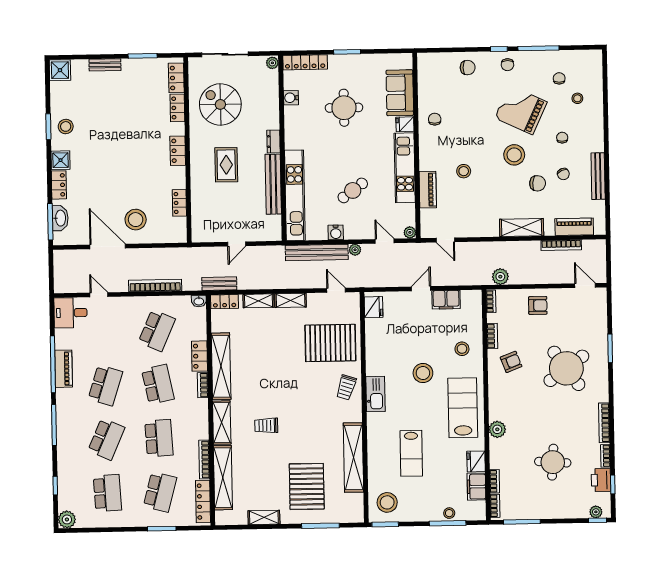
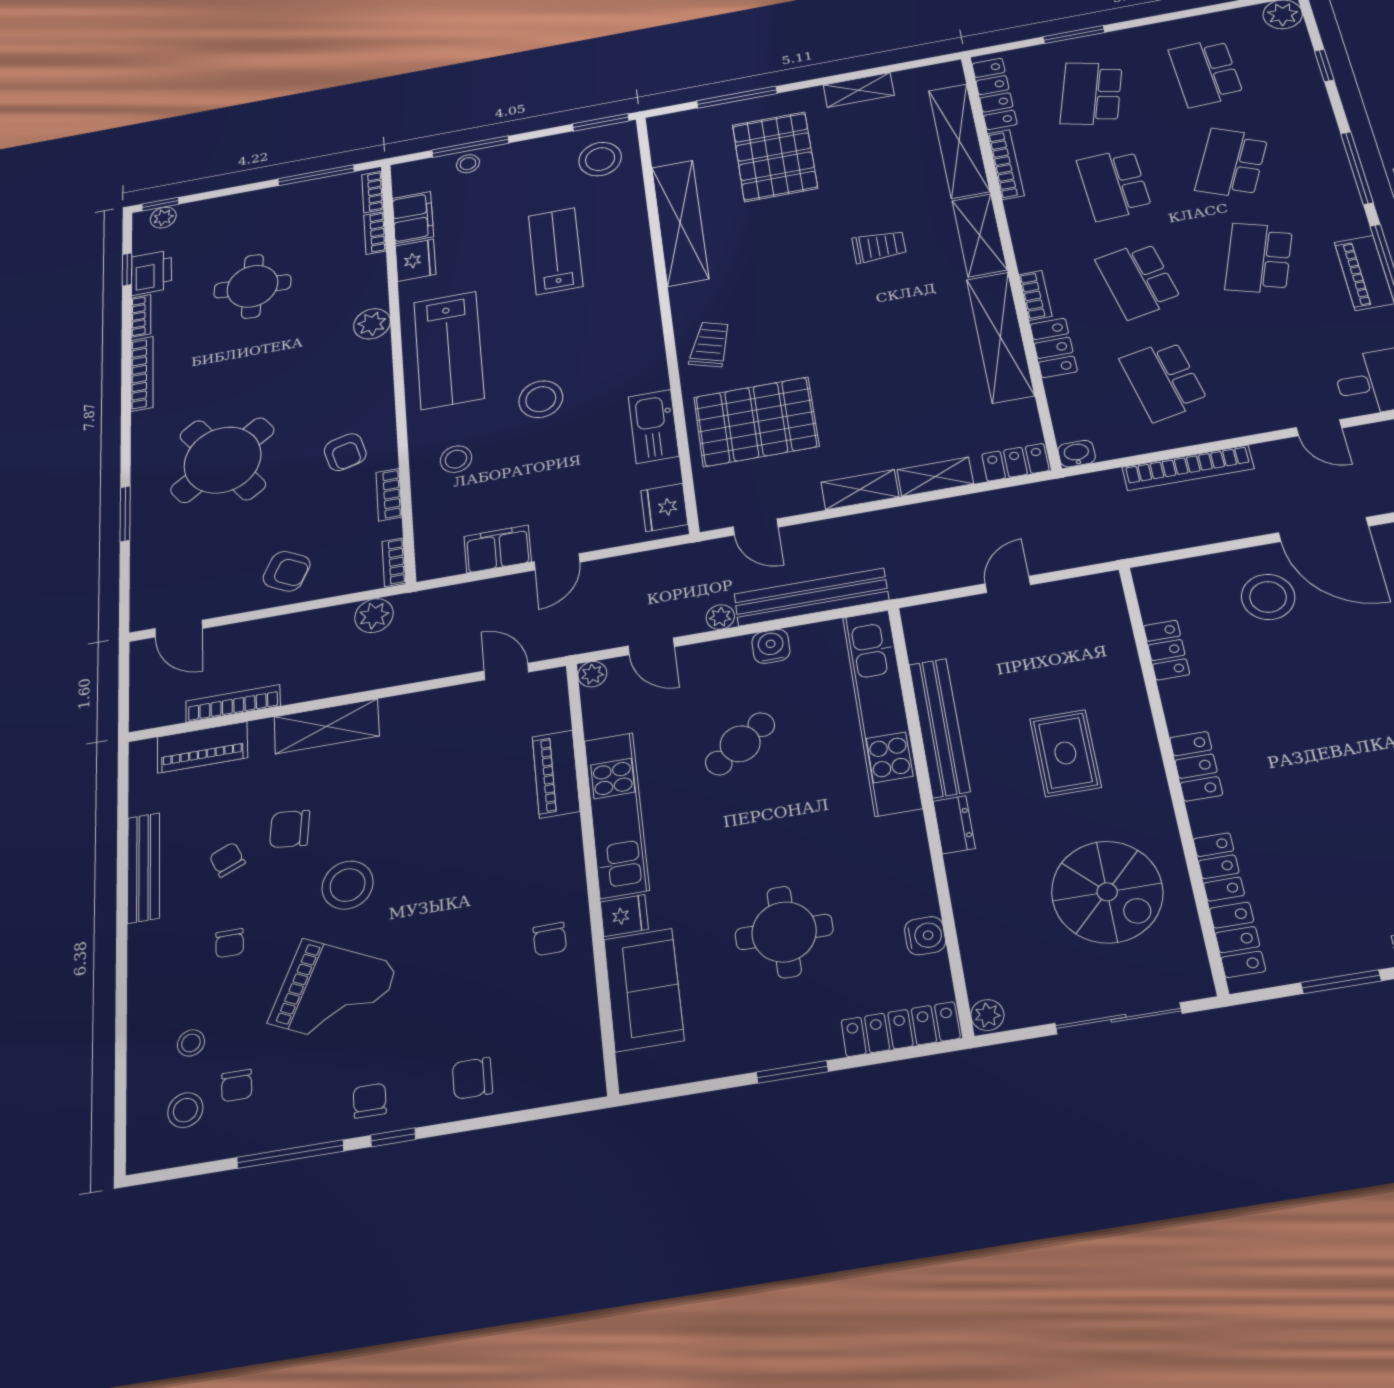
stool: (464, 171) -> (185, 1110), moved
bench: (219, 284) -> (1035, 496), removed
armchair: (538, 305) -> (287, 571), turned -153
school desk: (157, 330) -> (1164, 380), turned -36
armchair: (511, 362) -> (345, 452), turned -84
kitchen sink: (376, 394) -> (654, 426), moved

